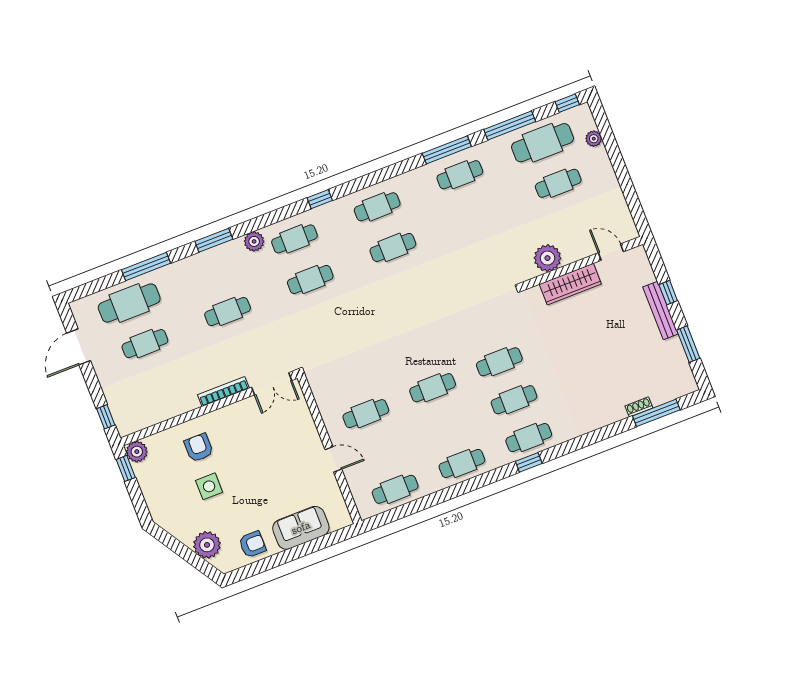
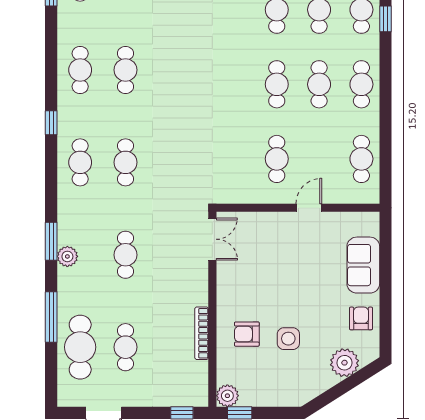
plant: (254, 241) -> (67, 256), moved
bookcase: (223, 391) -> (202, 333), moved
cafe table: (447, 426) -> (319, 84), added

